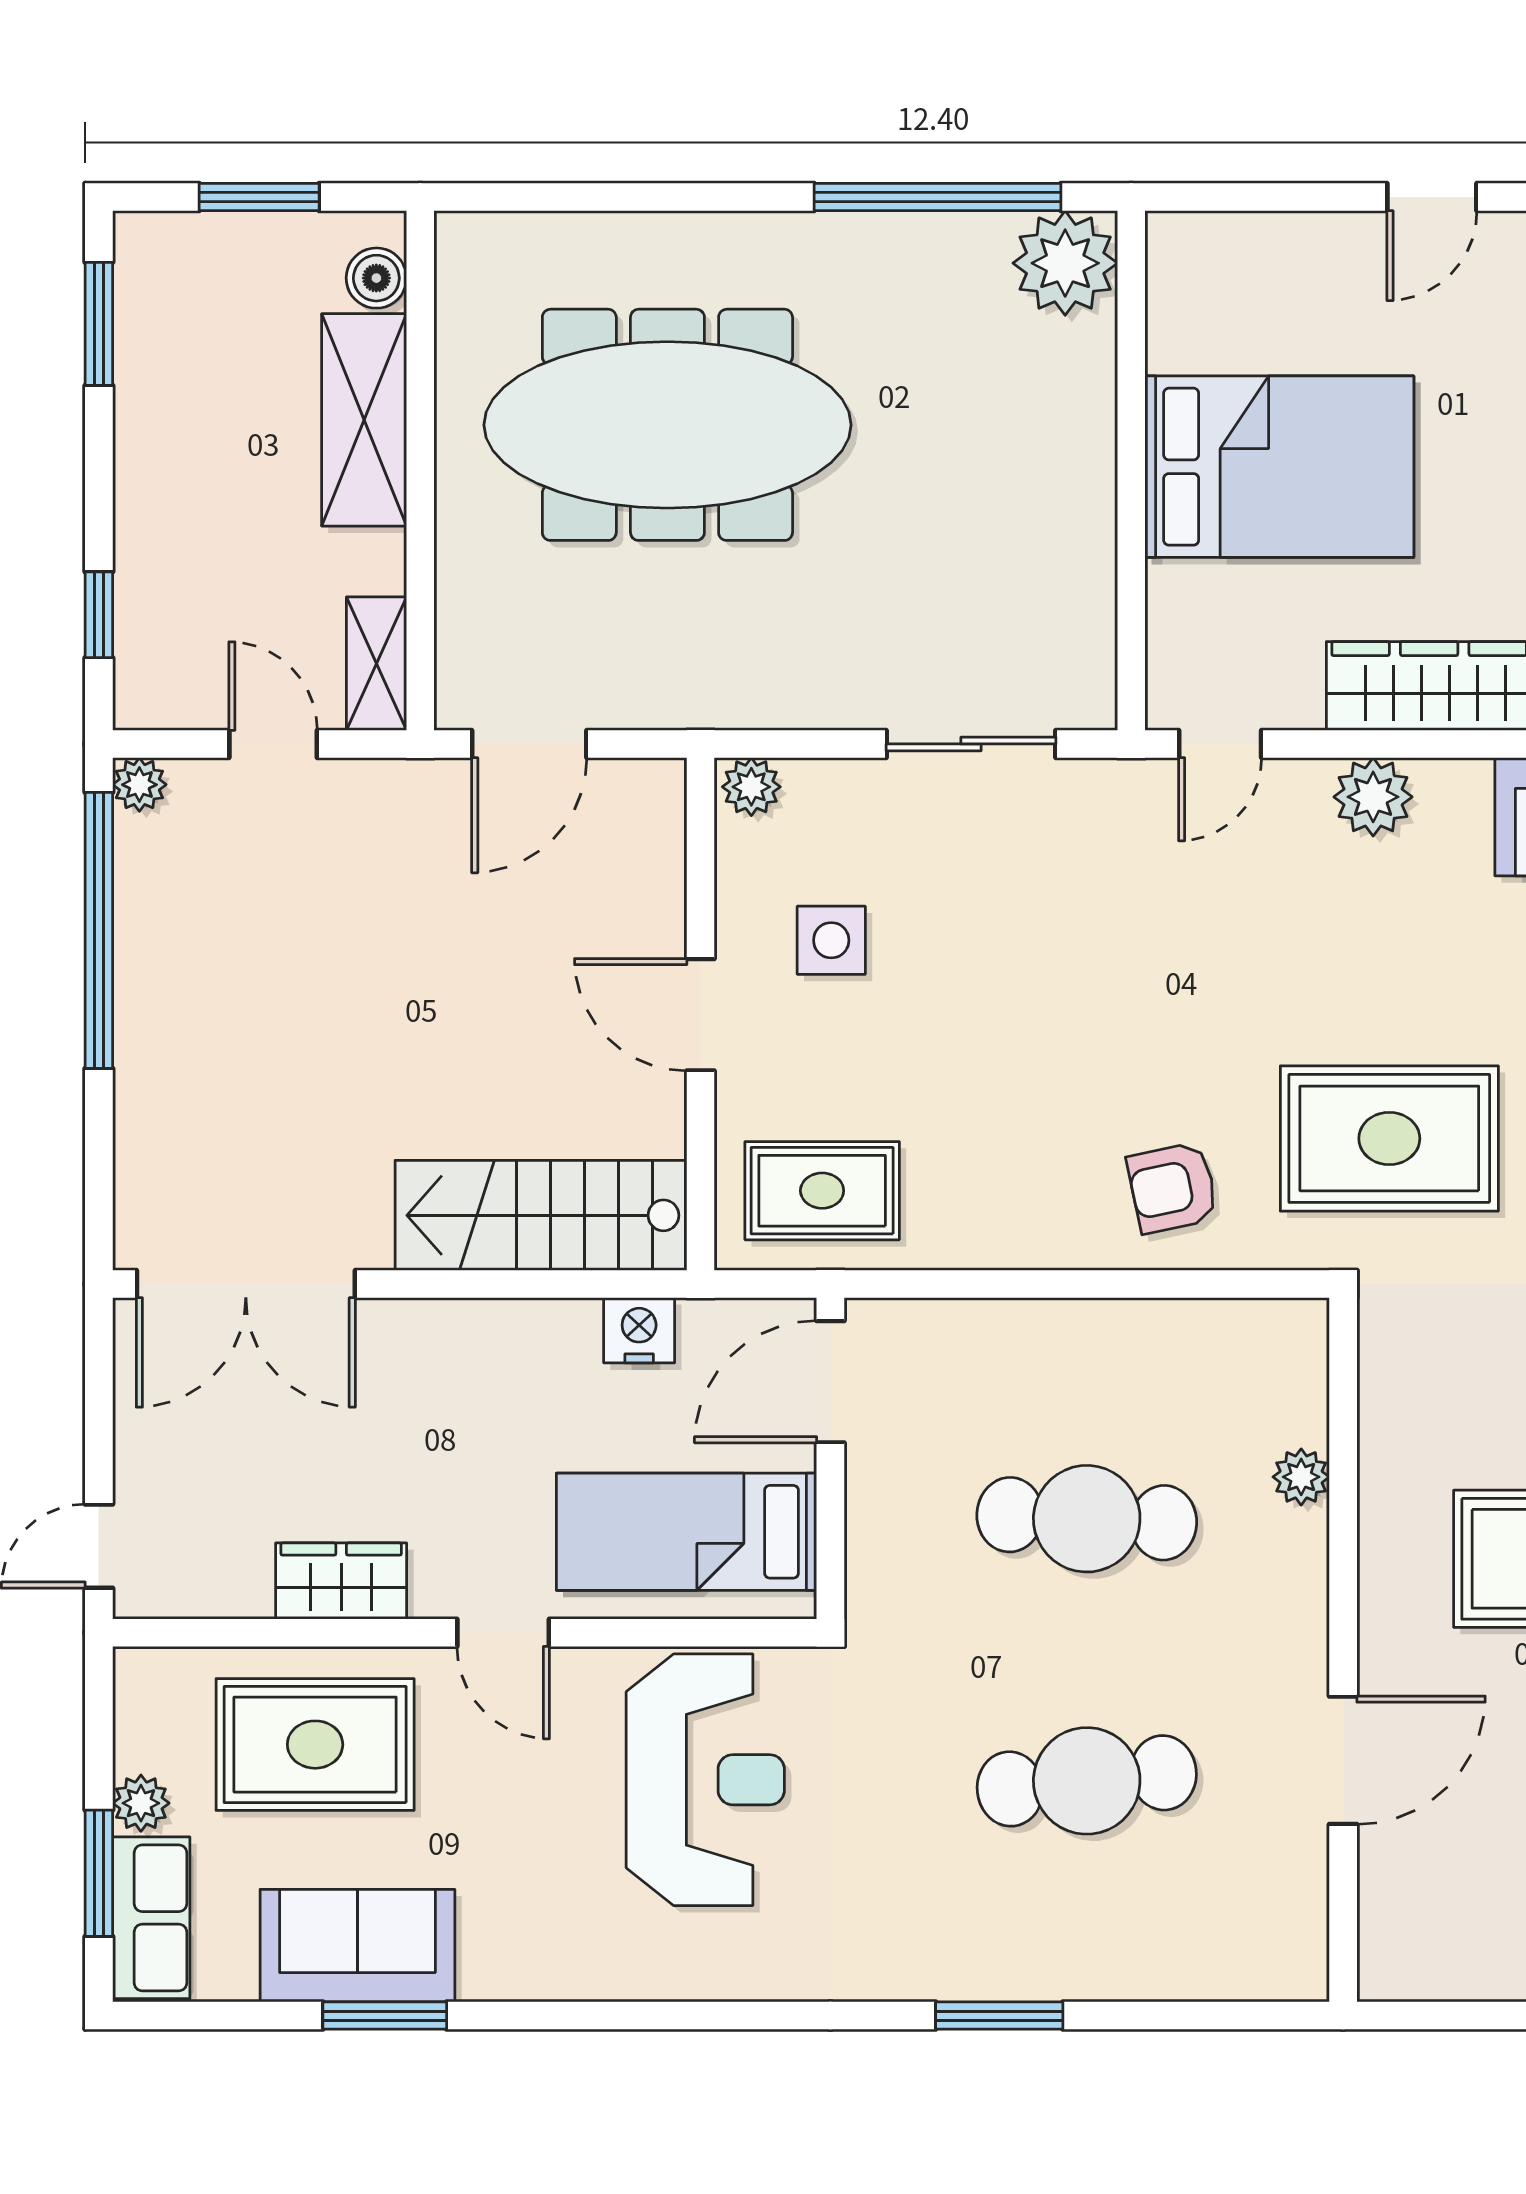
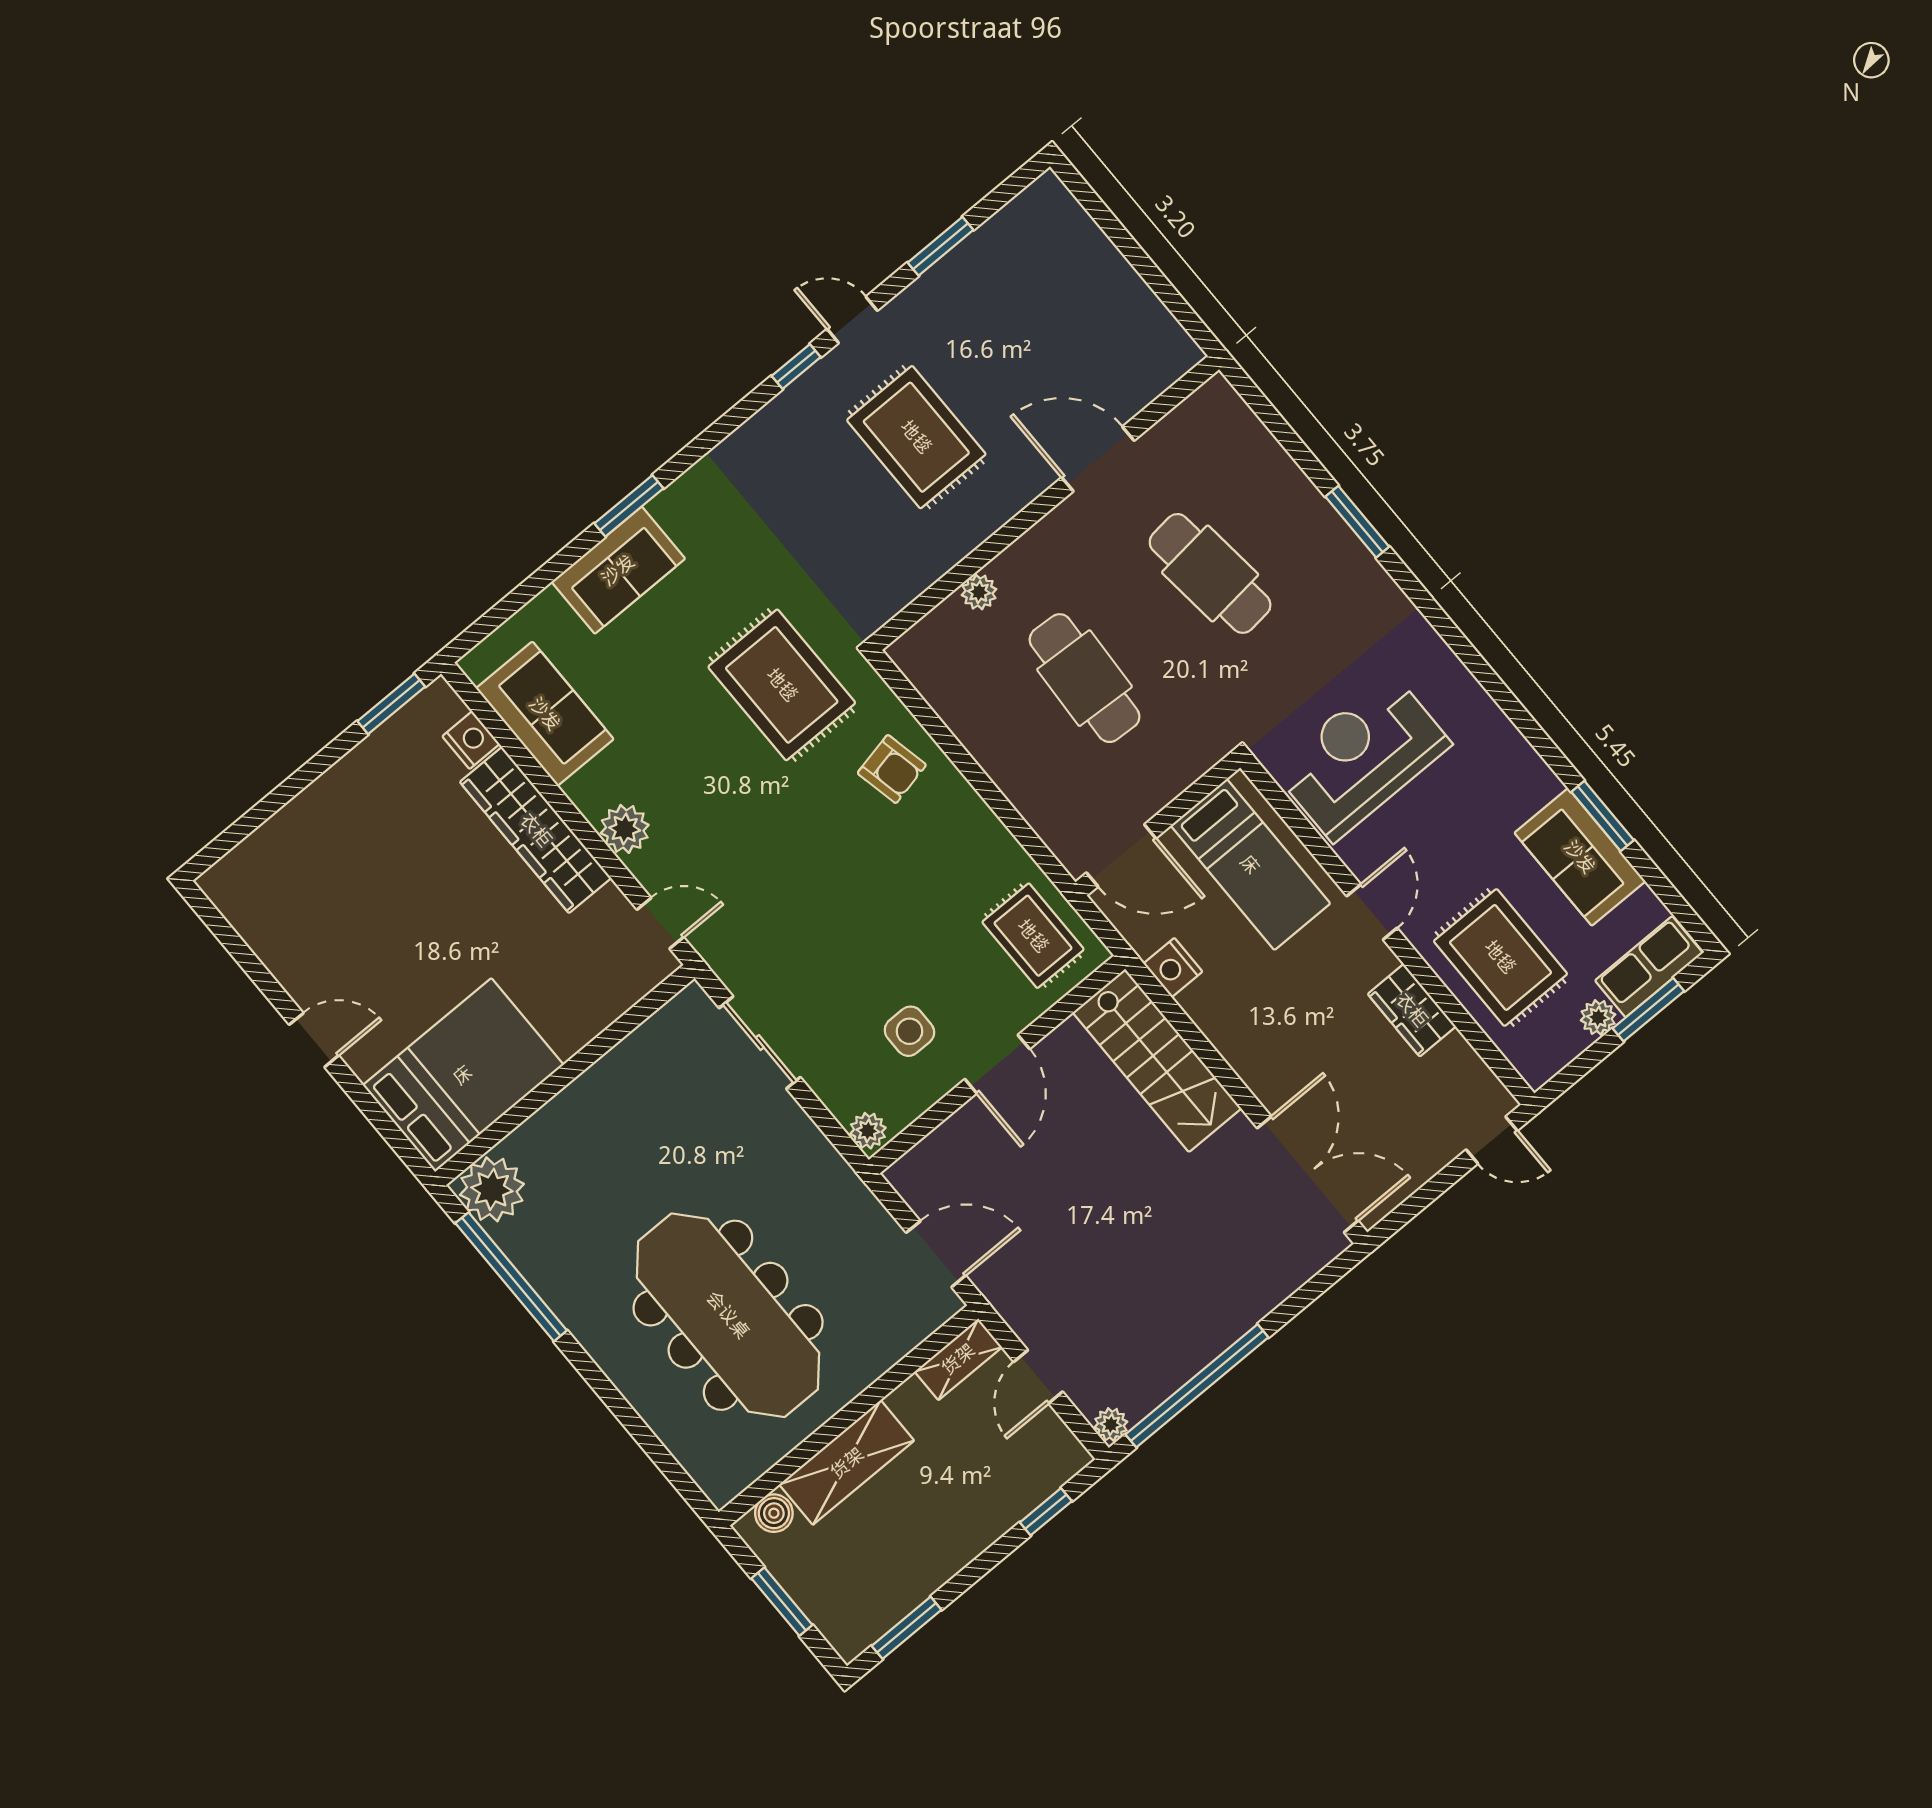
bed: (1279, 467) -> (463, 1075), moved, turned 90

